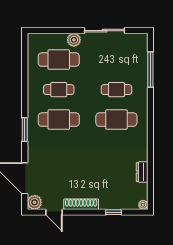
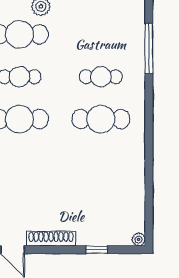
dresser: (142, 172) -> (137, 193), removed

